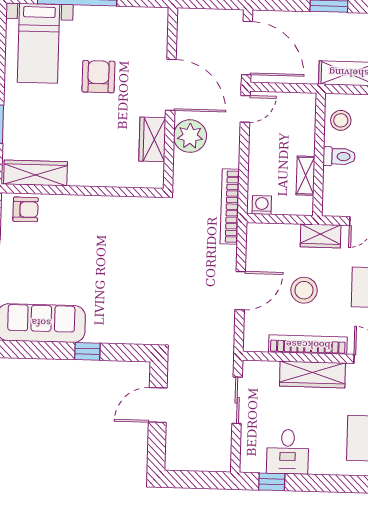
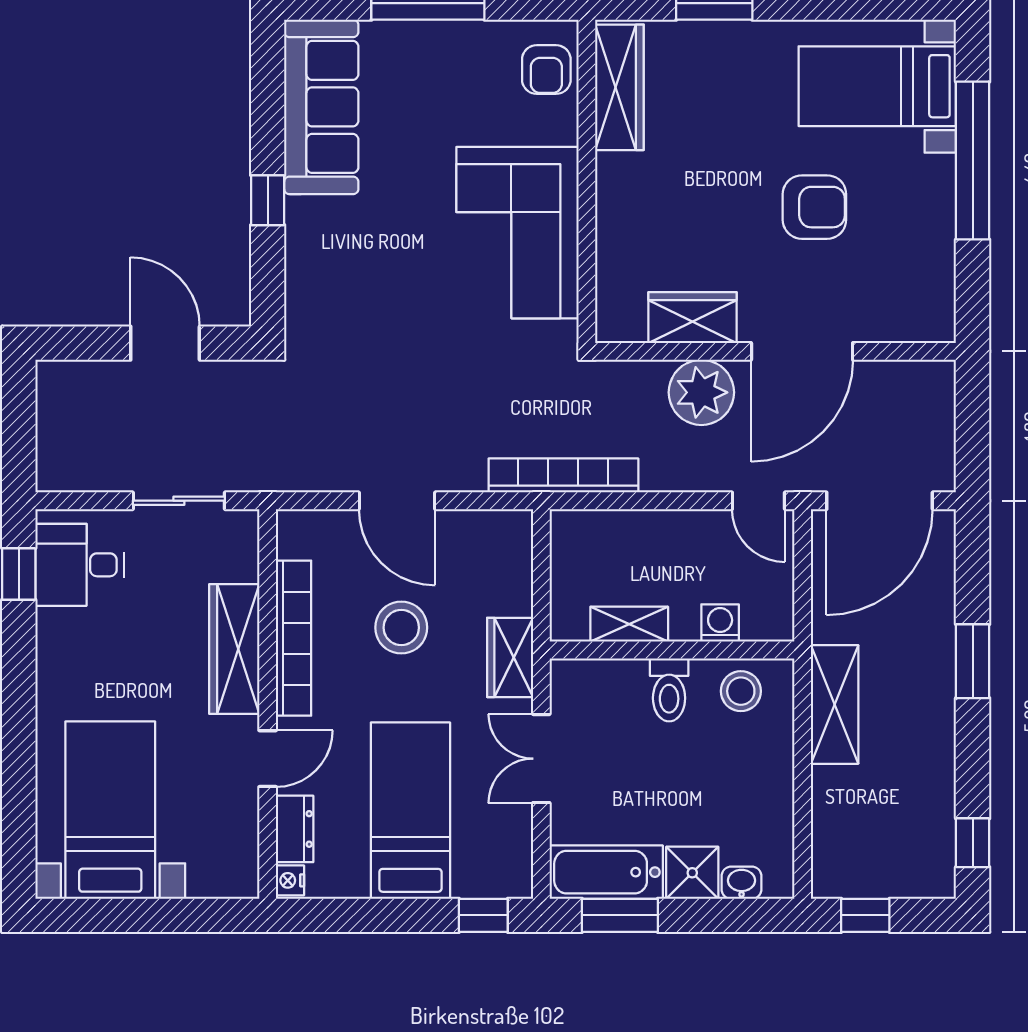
washing machine: (262, 205) -> (720, 623), moved, turned -90
corner sofa: (107, 226) -> (517, 233), added
desk: (288, 452) -> (80, 565), moved

